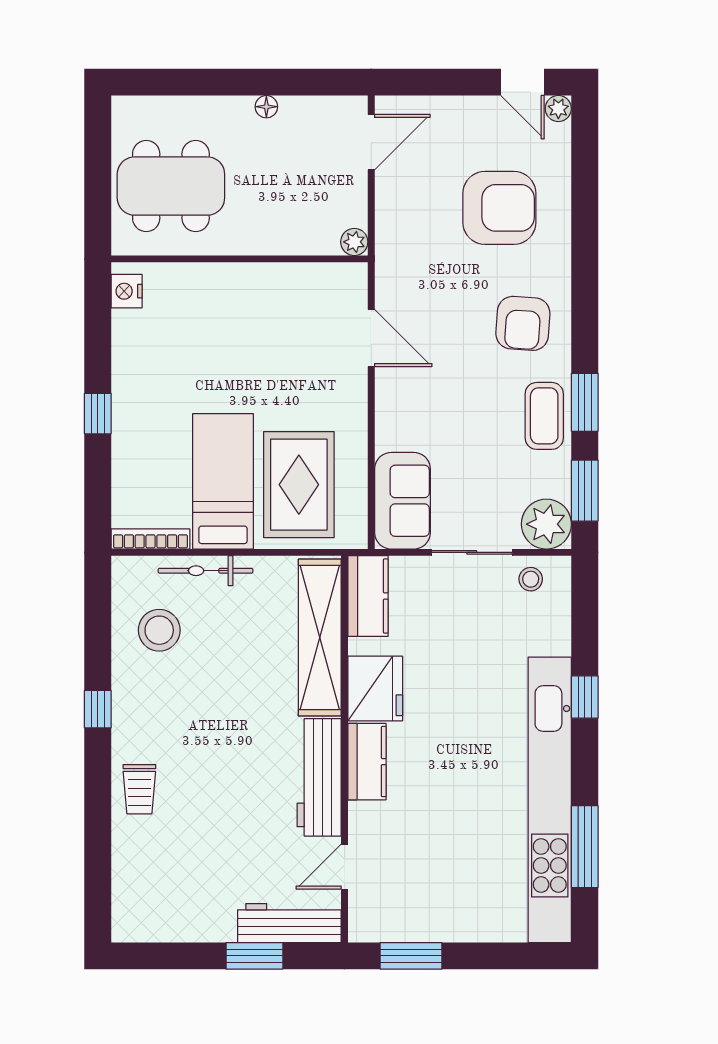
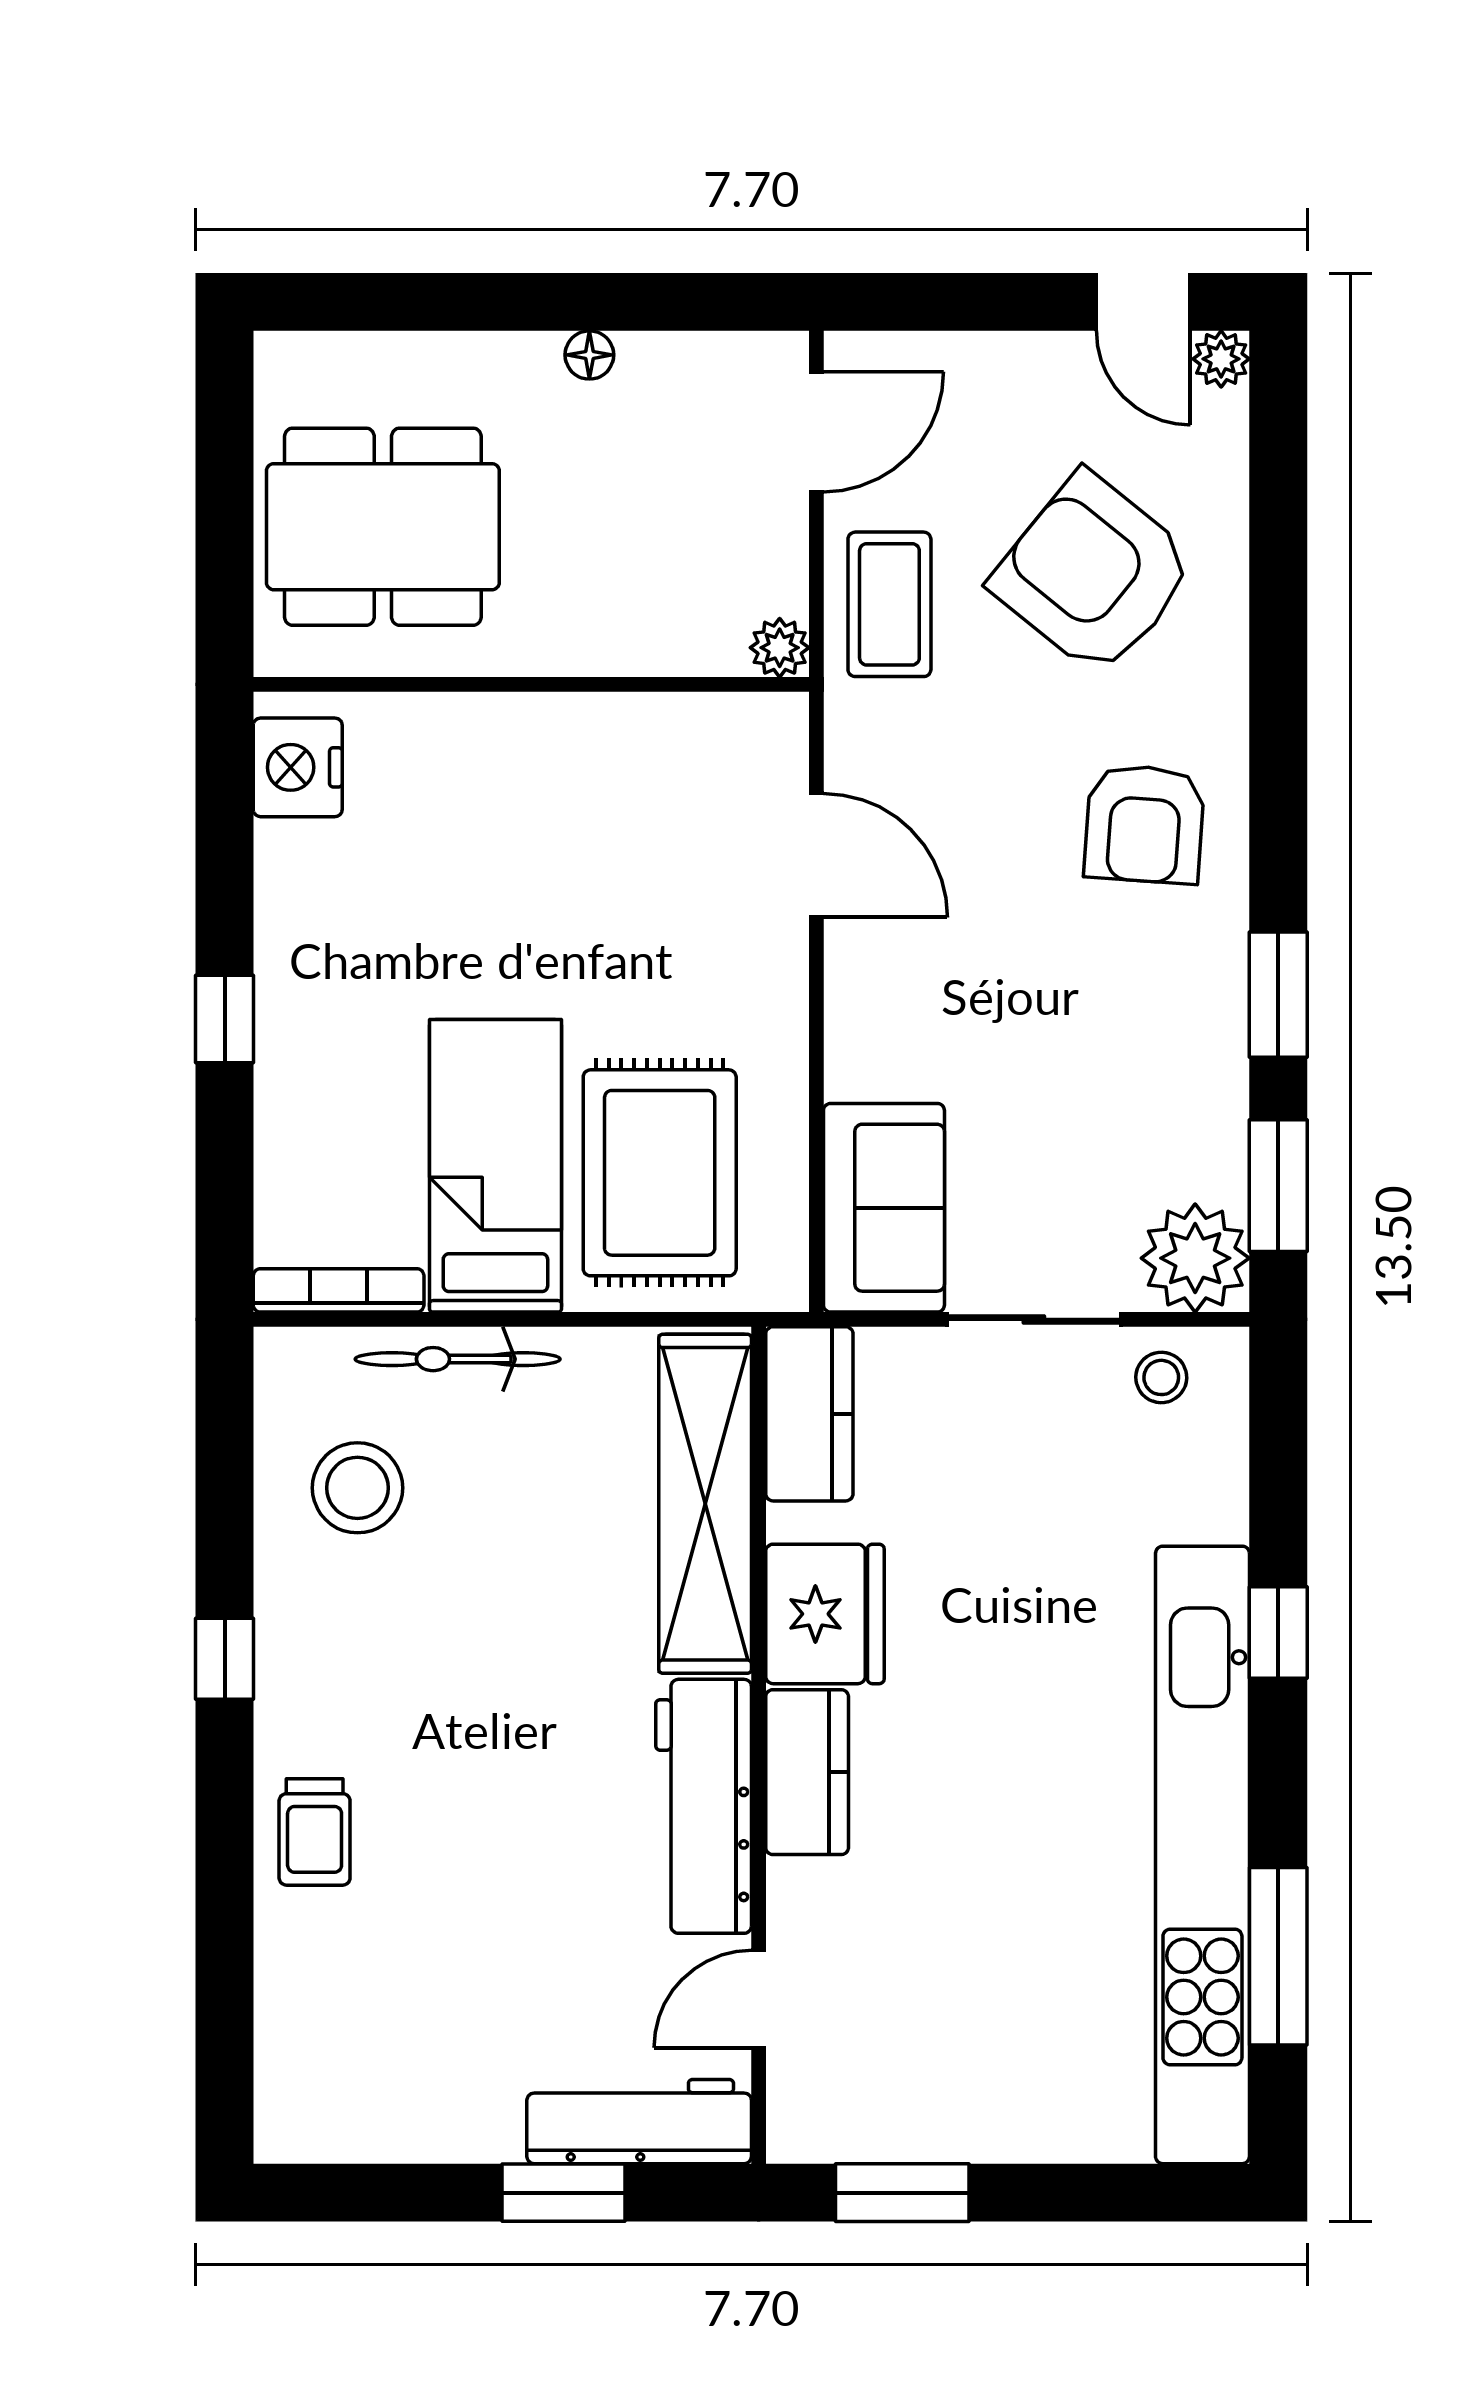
armchair: (499, 208) -> (1094, 574), turned -141
nightstand: (127, 291) -> (298, 767), width x1.36, depth x1.33
coffee table: (544, 416) -> (889, 604), moved

